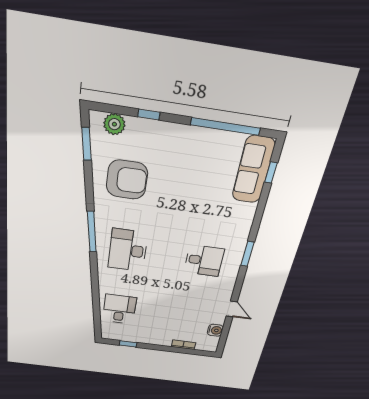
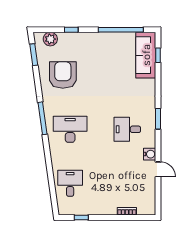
armchair: (127, 180) -> (63, 75), turned -90
desk: (128, 250) -> (70, 129), turned 90
desk: (204, 261) -> (127, 129), turned 180
water cooler: (215, 330) -> (150, 154), moved

